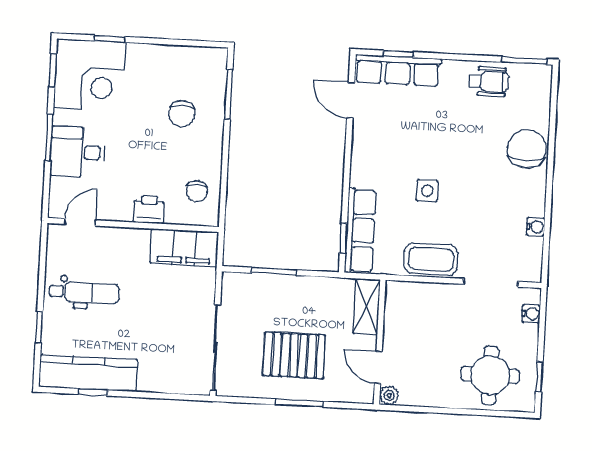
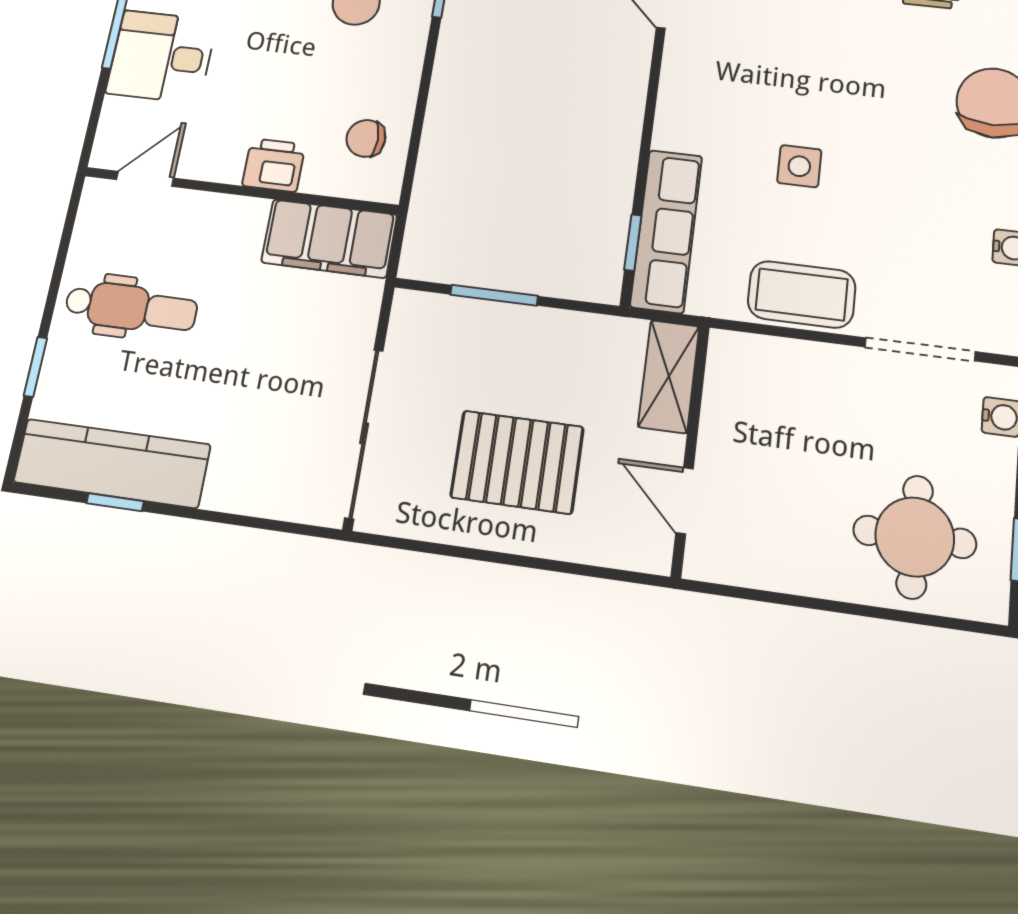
chair: (197, 191) -> (366, 138), turned 90
plant: (389, 395) -> (703, 561), removed
window: (299, 403) -> (519, 561), removed

